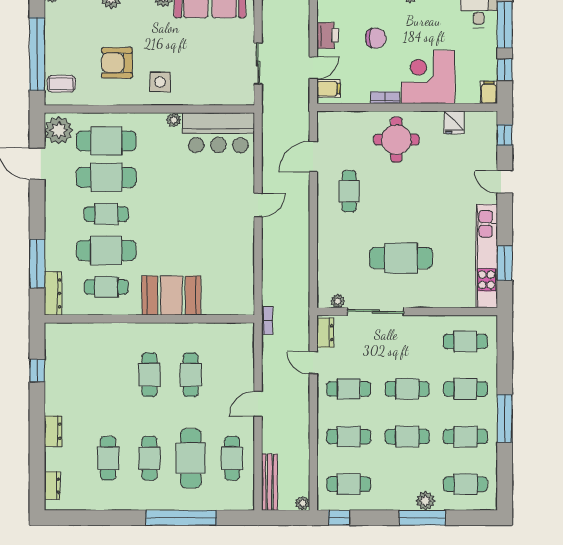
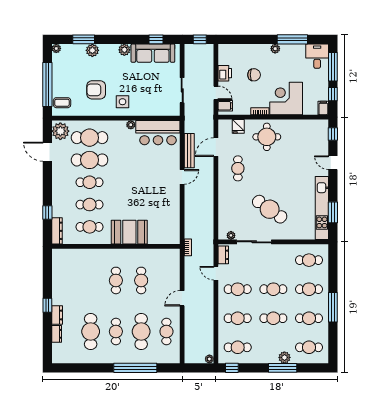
door: (313, 68) -> (216, 93), hinge flipped
fridge: (454, 122) -> (238, 126), moved
cafe table: (106, 250) -> (90, 205), width x0.73, depth x0.74
cafe table: (401, 258) -> (270, 209), turned 35
window: (37, 263) -> (47, 213), width x0.46
window: (37, 371) -> (47, 305), moved
cafe table: (108, 458) -> (91, 331), width x1.37, depth x1.35
bench: (270, 482) -> (189, 151), moved
dresser: (52, 486) -> (57, 334), moved

